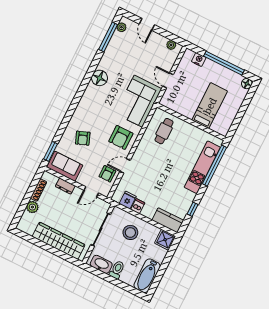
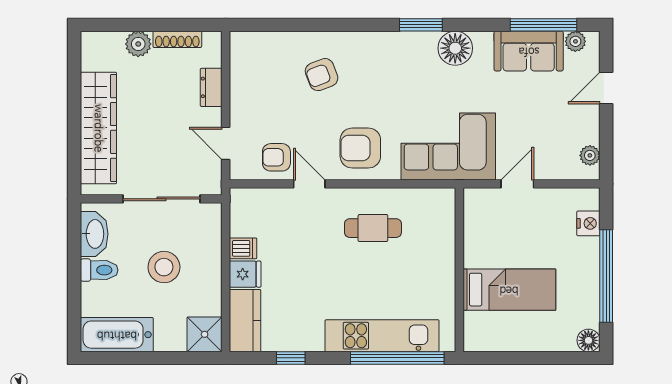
cafe table: (164, 131) -> (373, 228), moved
window: (51, 151) -> (421, 25), moved
sofa: (65, 166) -> (529, 51), moved, turned 90
fridge: (128, 200) -> (245, 274), moved
stool: (130, 232) -> (164, 267), moved

